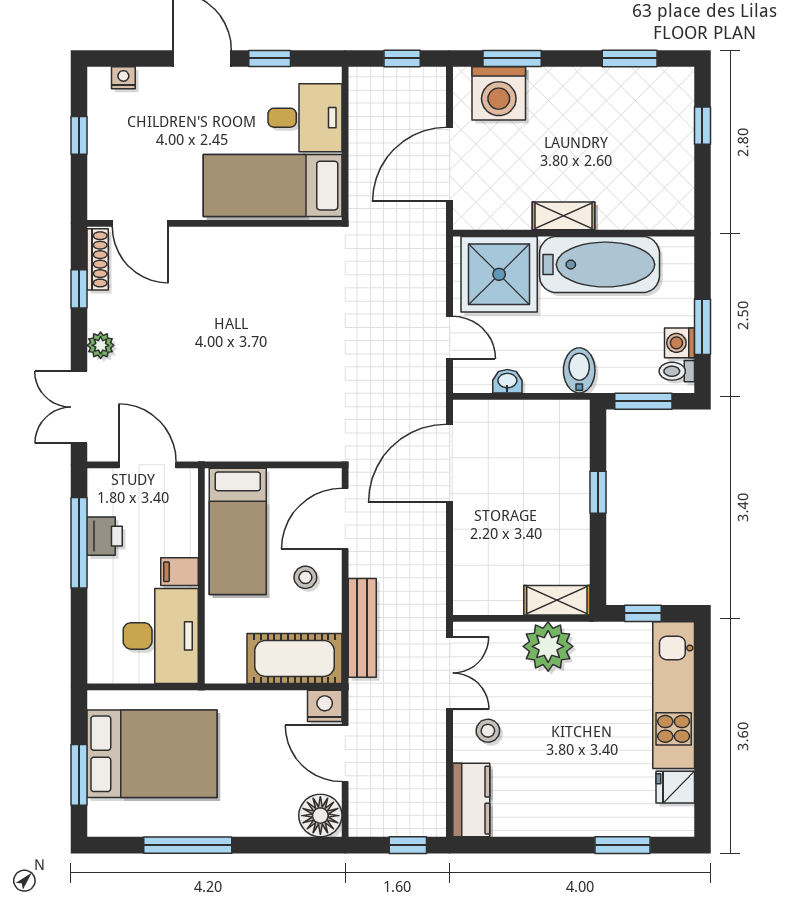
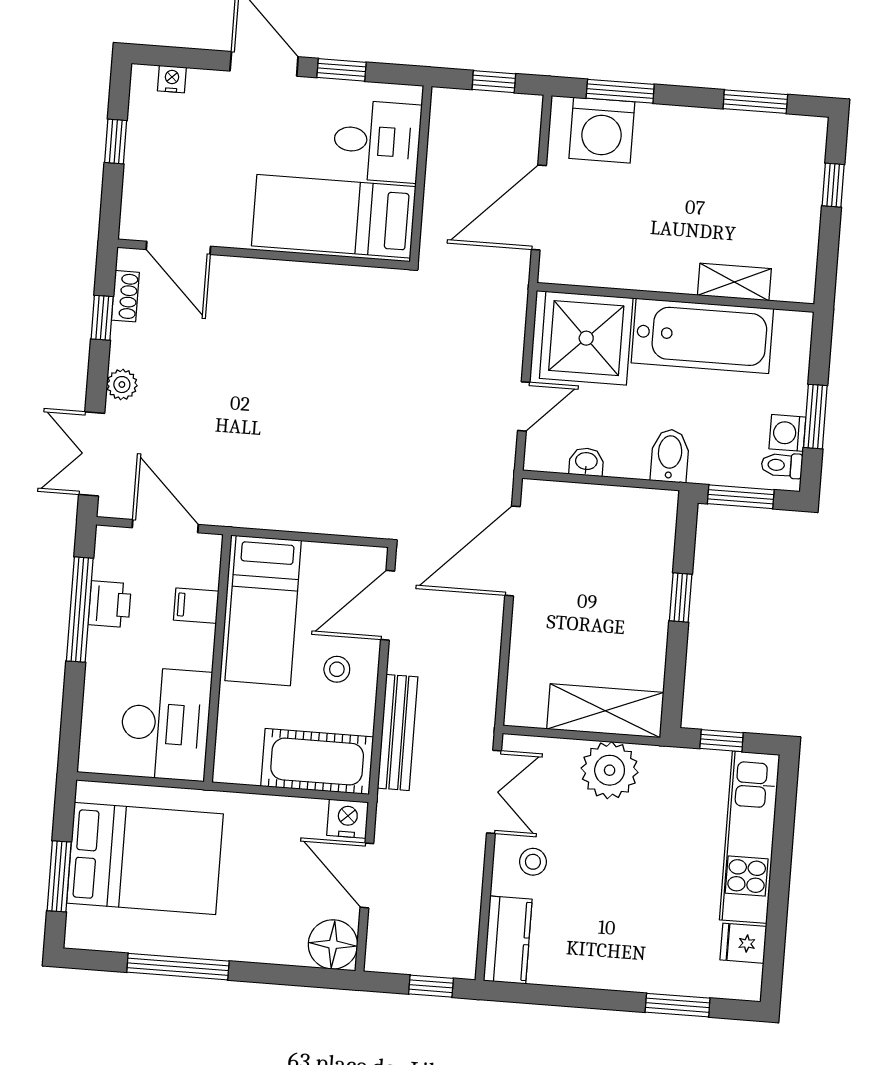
shelving: (563, 216) -> (734, 282), moved
shoe rack: (98, 259) -> (125, 296), width x0.70
door: (450, 338) -> (524, 406), hinge flipped
filing cabinet: (179, 572) -> (196, 606), moved
shelving: (557, 600) -> (605, 711), width x1.50, depth x1.33

